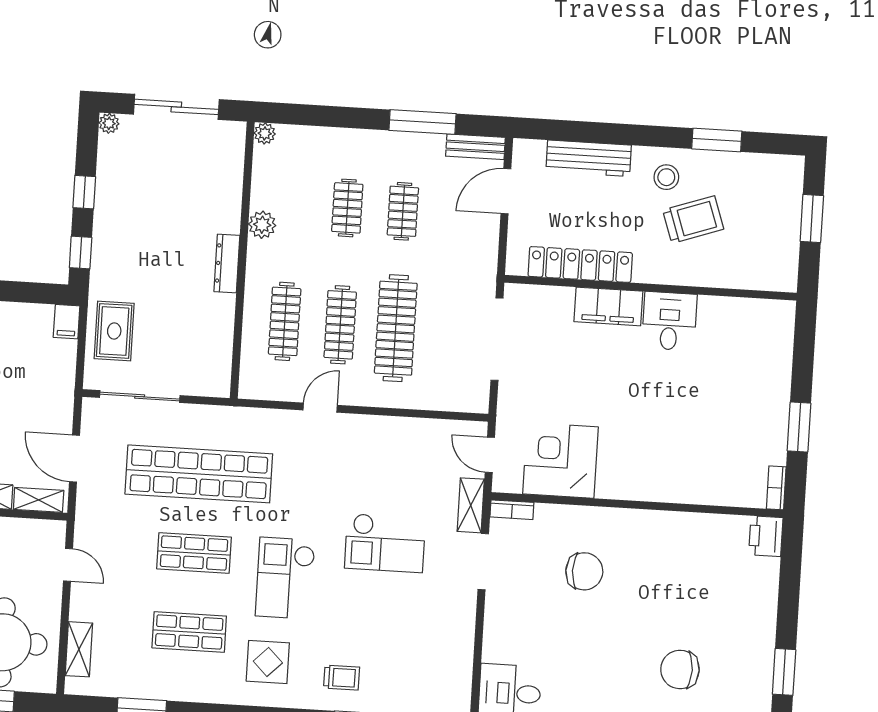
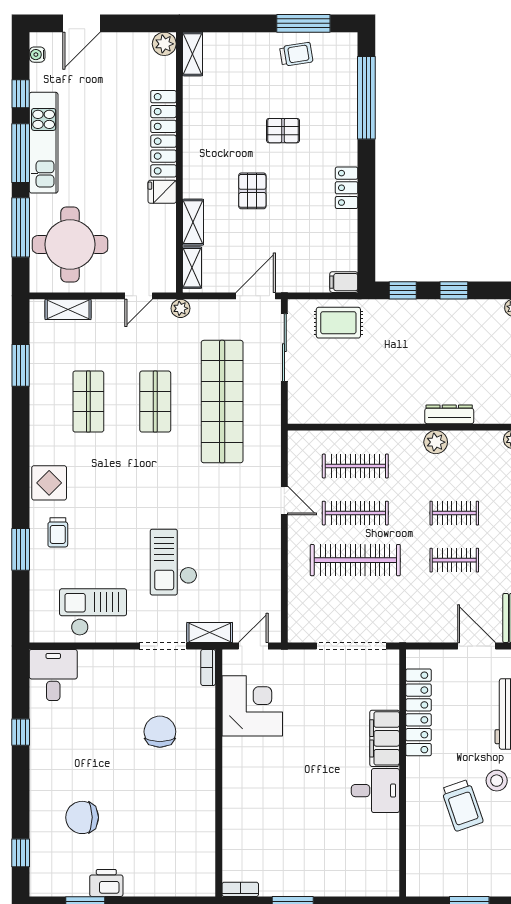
dresser: (227, 263) -> (449, 414), moved
door: (74, 458) -> (256, 296), moved
plant: (86, 516) -> (180, 308), added
printer: (766, 536) -> (106, 883), moved
chair: (584, 571) -> (160, 732), turned 180
checkout: (285, 578) -> (93, 612), moved
display table: (268, 662) -> (49, 483), moved
chair: (680, 669) -> (82, 817), turned -90

